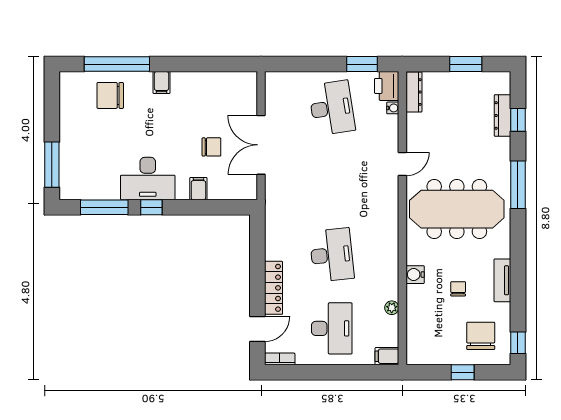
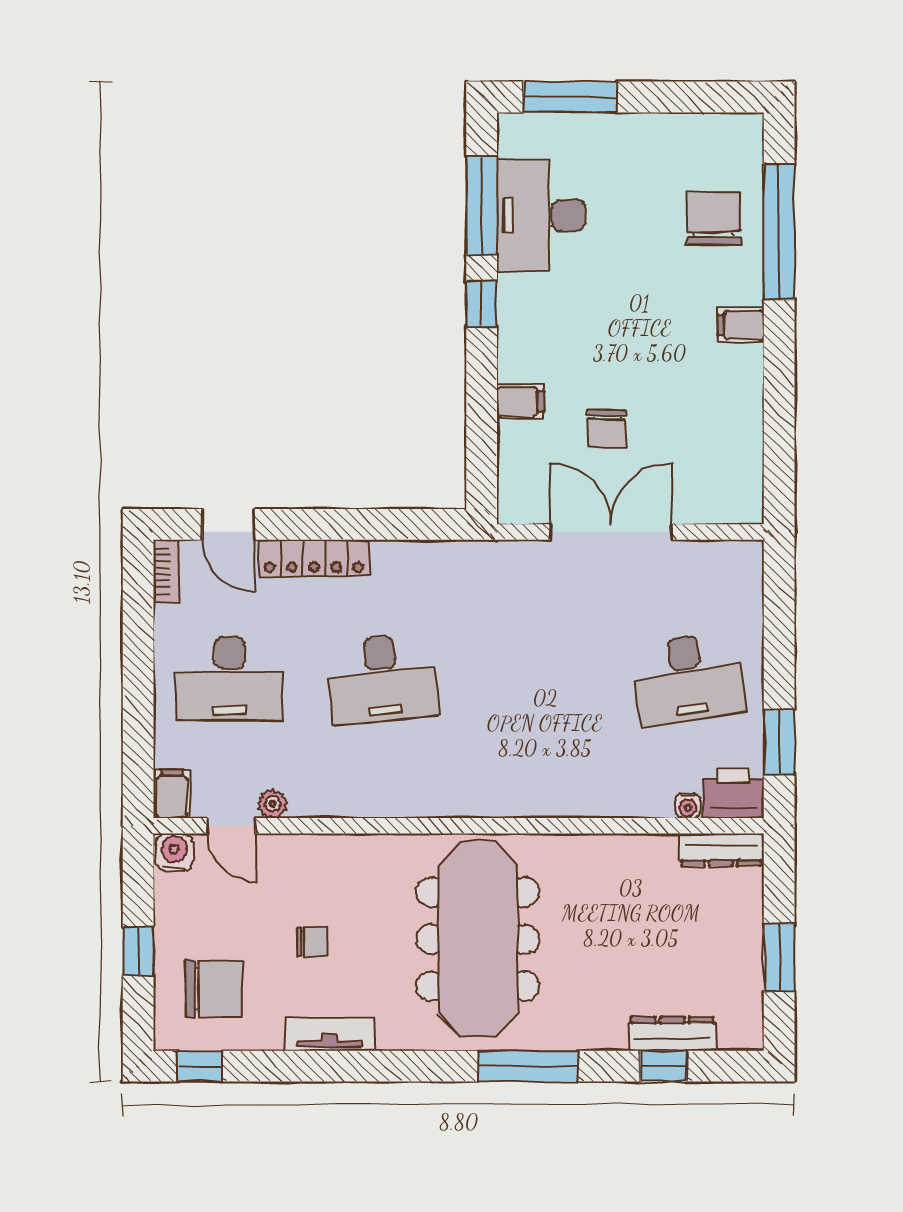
door: (402, 164) -> (231, 826), moved
desk: (148, 179) -> (541, 215), moved
water cooler: (415, 275) -> (174, 852), moved

